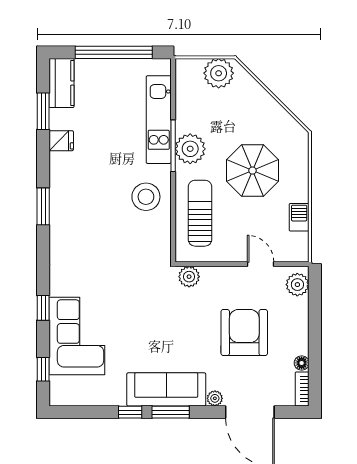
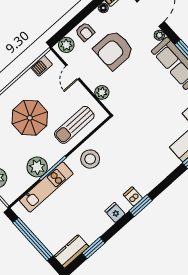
fridge: (61, 141) -> (115, 212), moved
plant: (190, 149) -> (37, 167), moved
dishwasher: (61, 207) -> (133, 197), added
barbecue: (299, 217) -> (41, 66), moved
plant: (189, 277) -> (102, 92), moved
armchair: (293, 319) -> (85, 32), added

